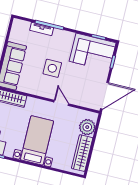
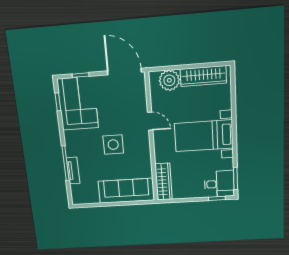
door: (61, 103) -> (150, 121), swing flipped

